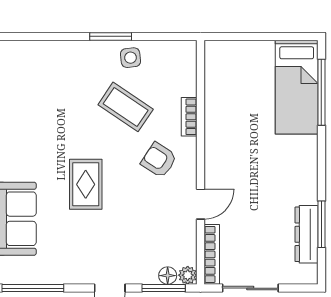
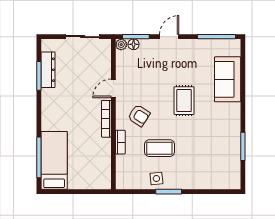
coffee table: (126, 107) -> (159, 148), turned -34
bookcase: (212, 254) -> (106, 119), moved

